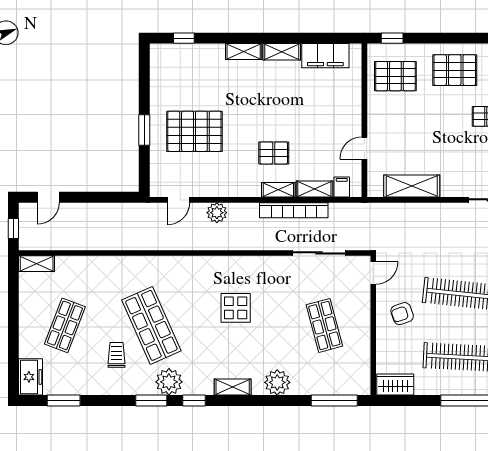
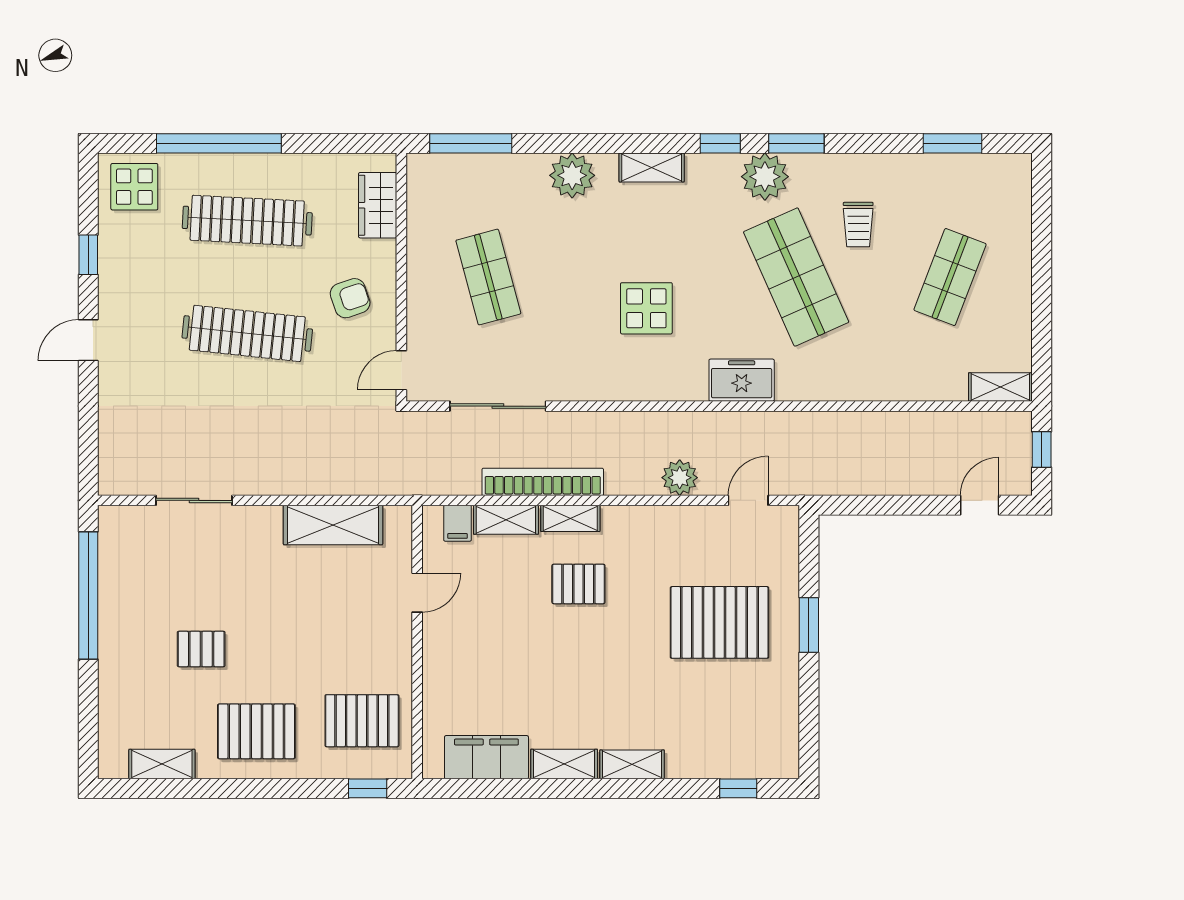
freezer: (31, 377) -> (742, 380), moved, turned 90
wardrobe: (395, 385) -> (378, 205), moved, turned 90

